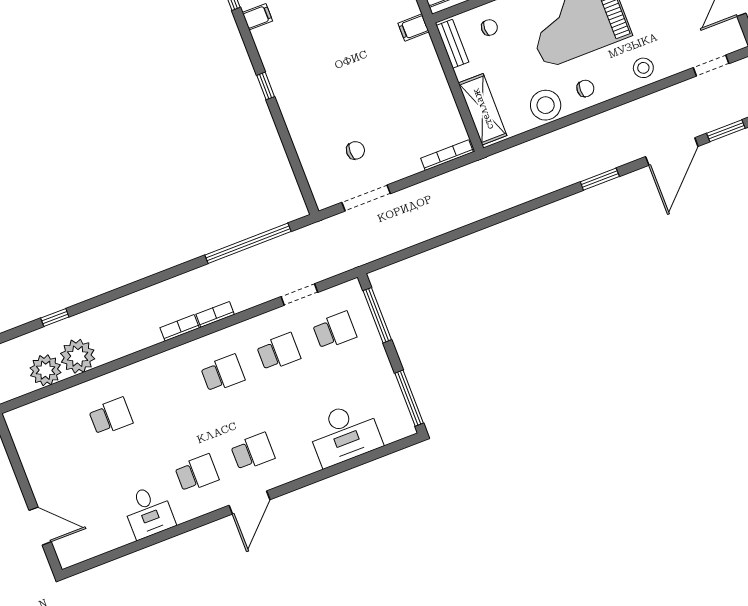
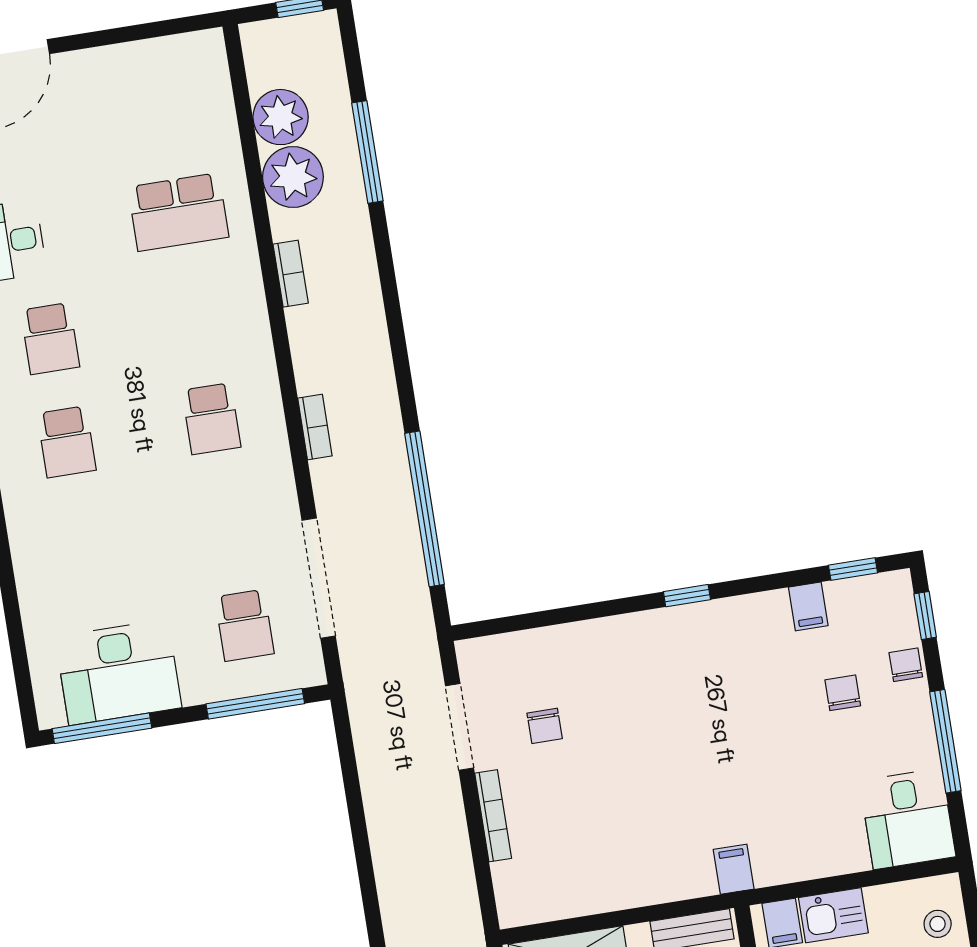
bookcase: (447, 155) -> (493, 816), moved
doorway: (299, 294) -> (319, 578), width x1.88
window: (55, 317) -> (367, 152), width x2.17
bookcase: (180, 328) -> (291, 274), moved
school desk: (279, 352) -> (228, 522), removed
school desk: (111, 416) -> (178, 212), width x1.85
desk: (345, 434) -> (118, 672), moved, turned -90

